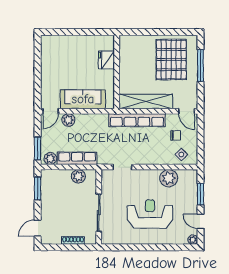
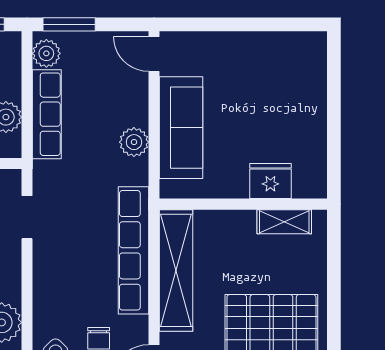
shelving: (124, 54) -> (284, 222), added
plant: (68, 120) -> (134, 142), moved

